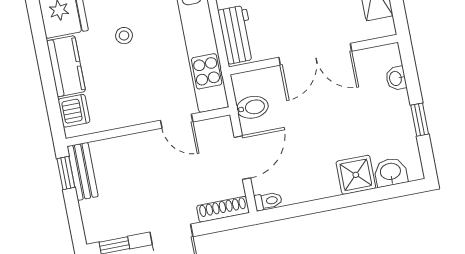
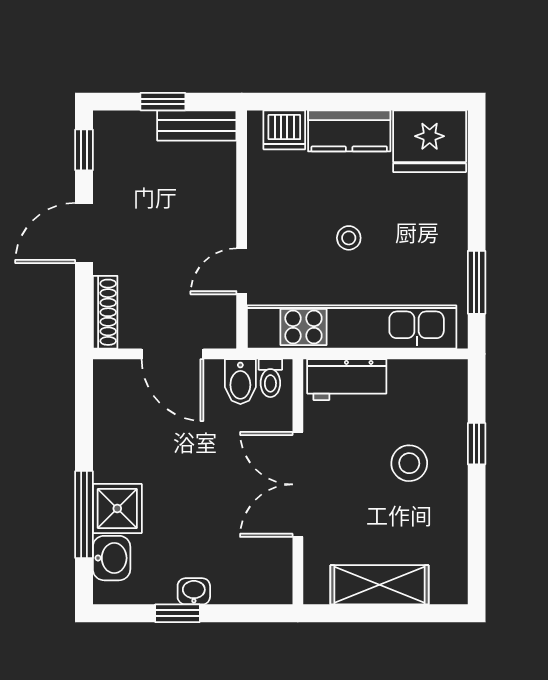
stool: (124, 36) -> (349, 238), moved
washbasin: (396, 78) -> (194, 591), moved
window: (66, 173) -> (163, 102), moved
window: (364, 197) -> (84, 515), added
toilet: (268, 201) -> (270, 378), moved

